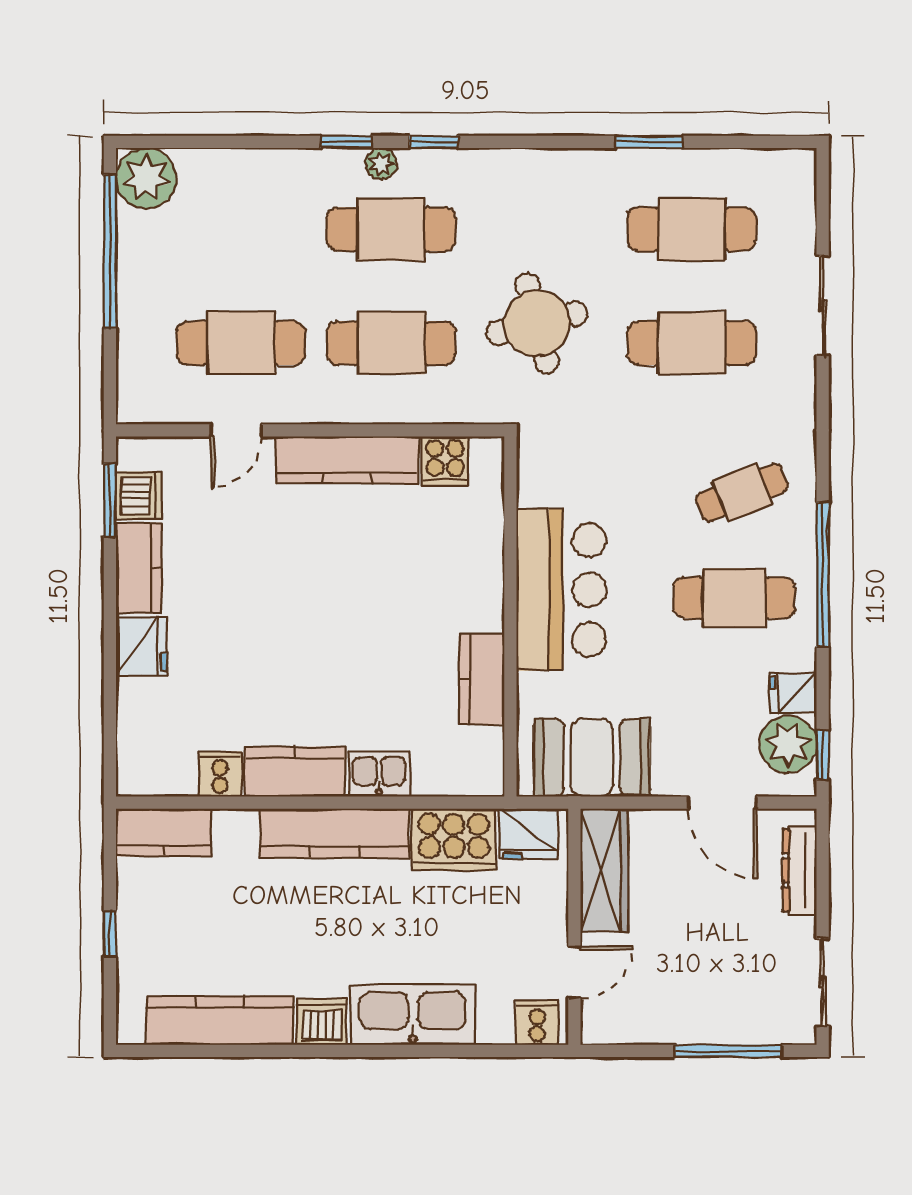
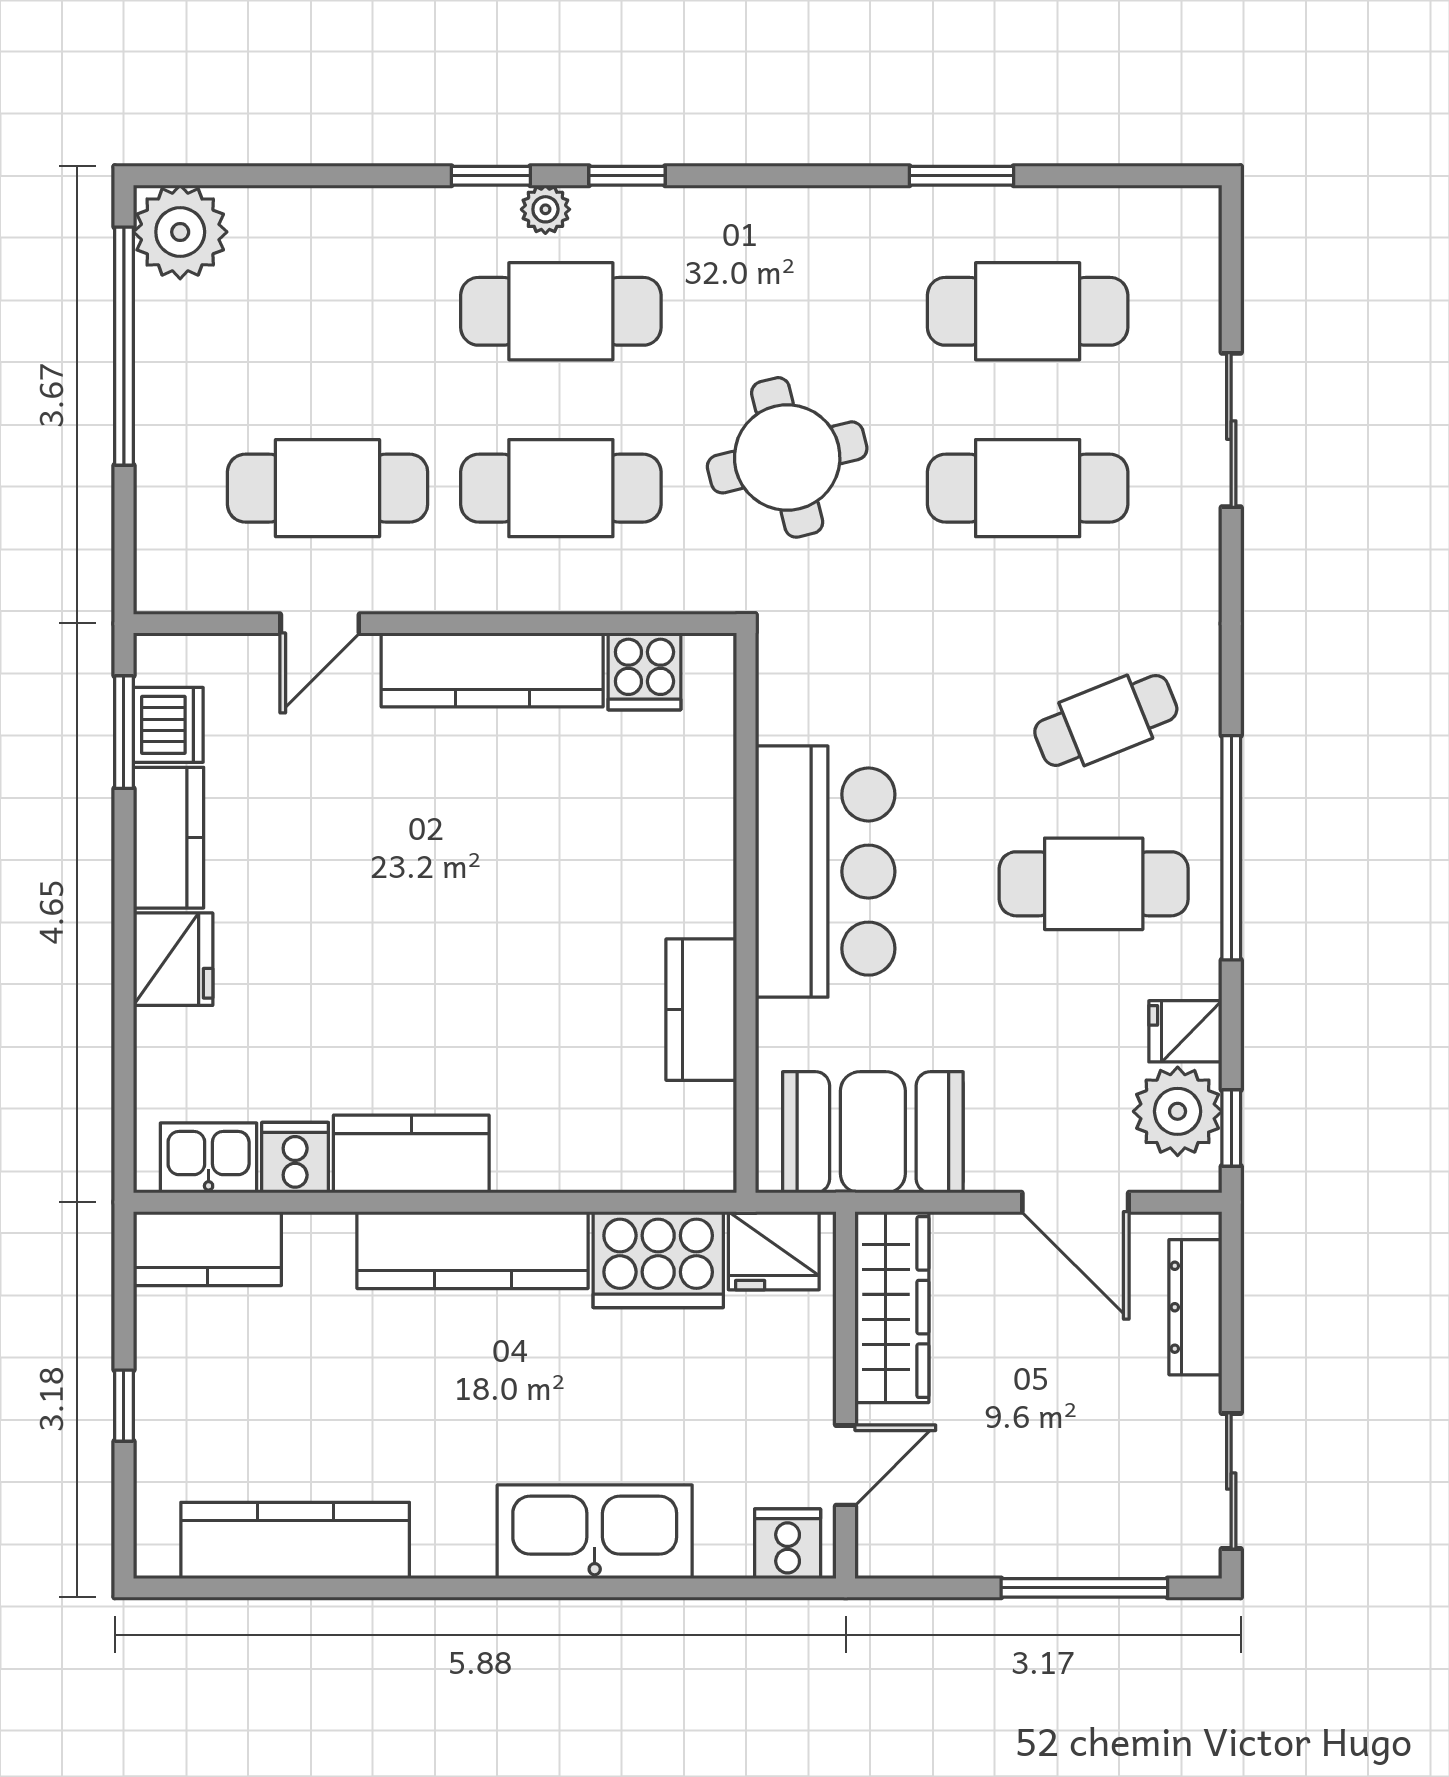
kitchen sink: (379, 774) -> (209, 1158), moved
dishwasher: (322, 1022) -> (453, 1542), removed

